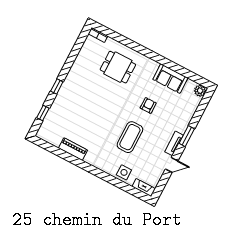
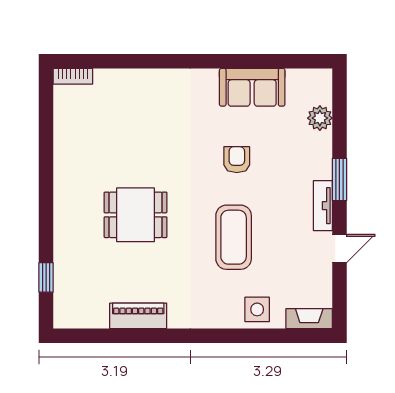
dining table: (118, 67) -> (136, 215), moved
window: (57, 86) -> (46, 214), removed
plant: (200, 91) -> (320, 118), moved

